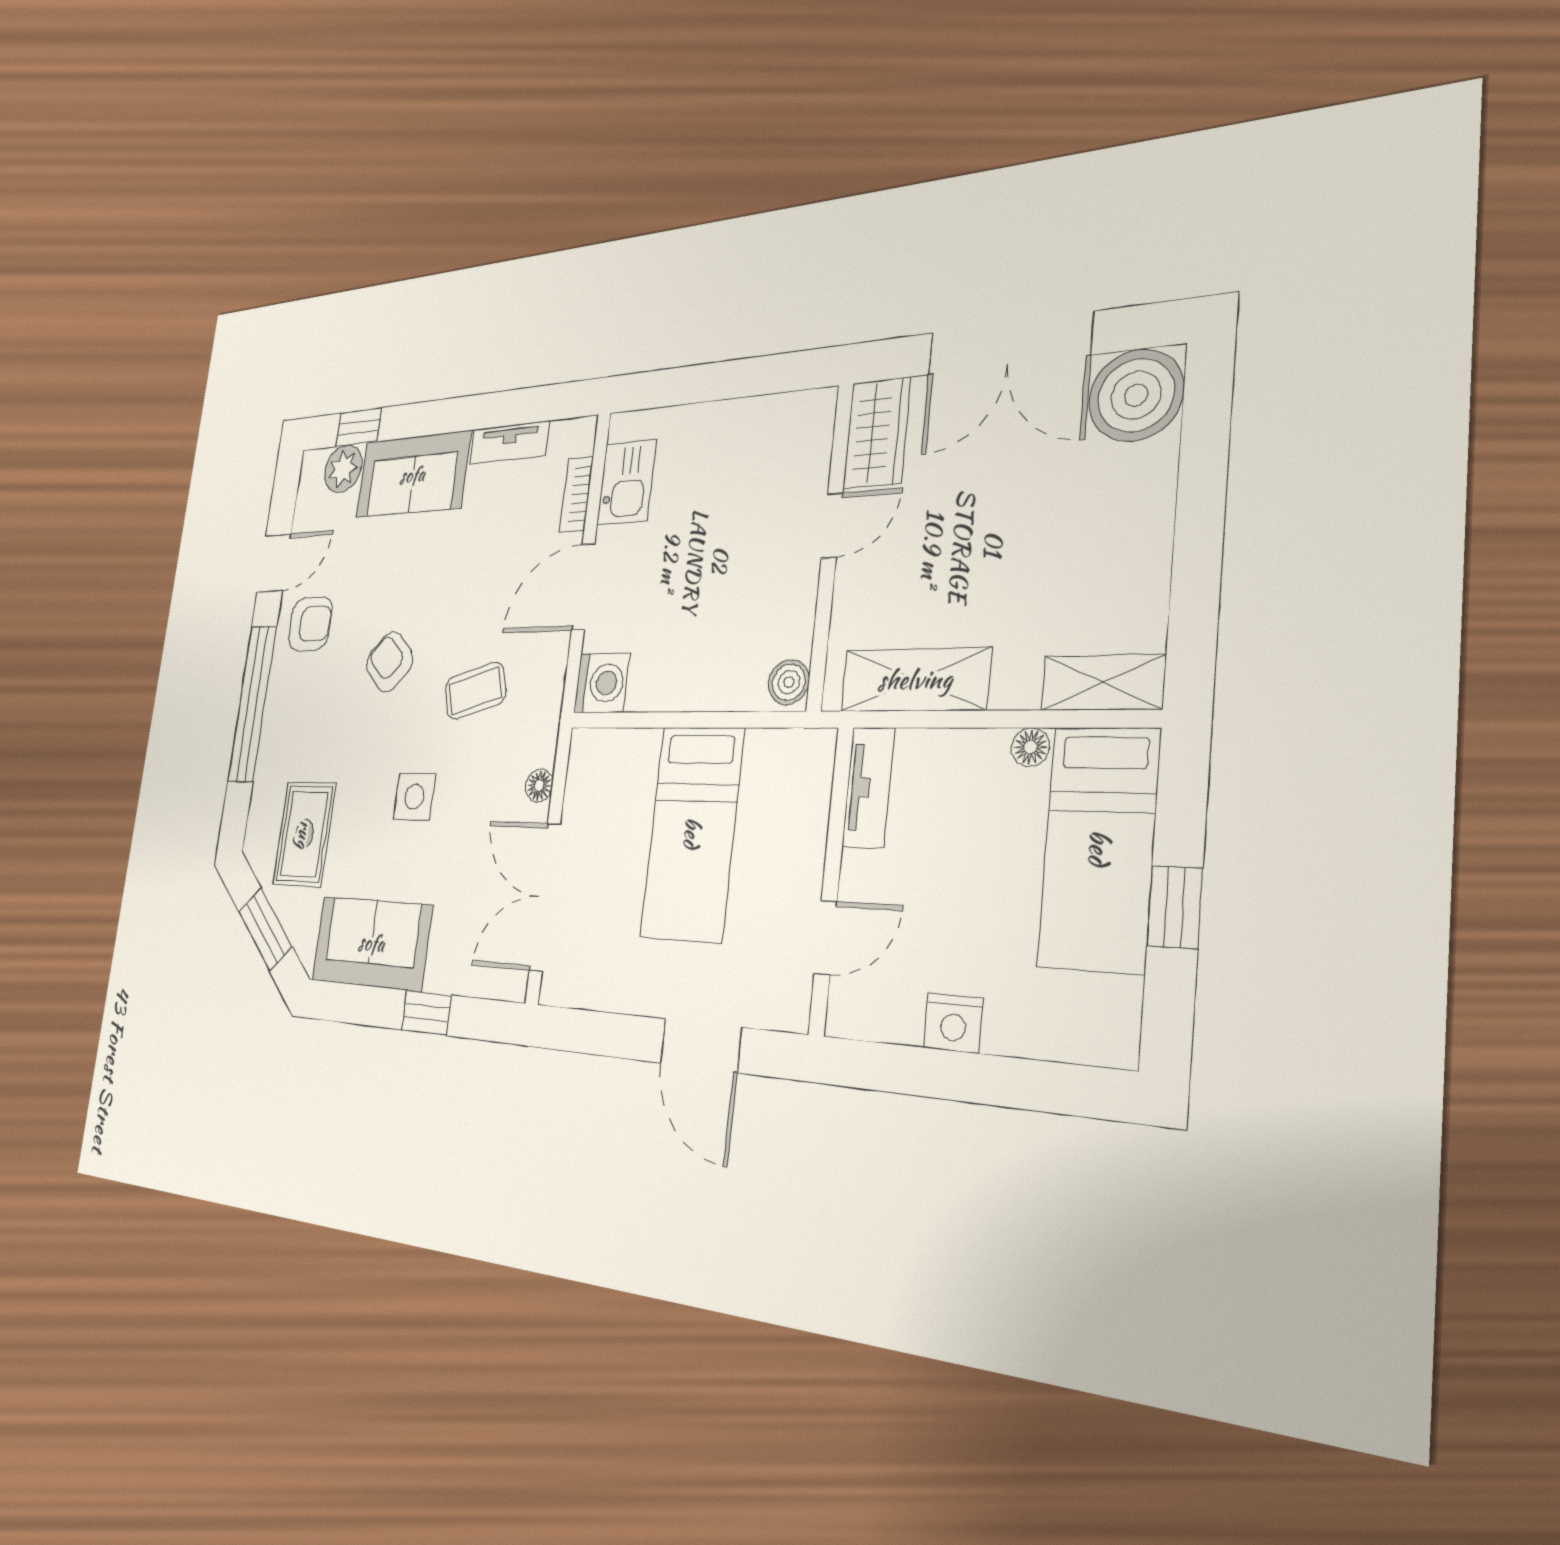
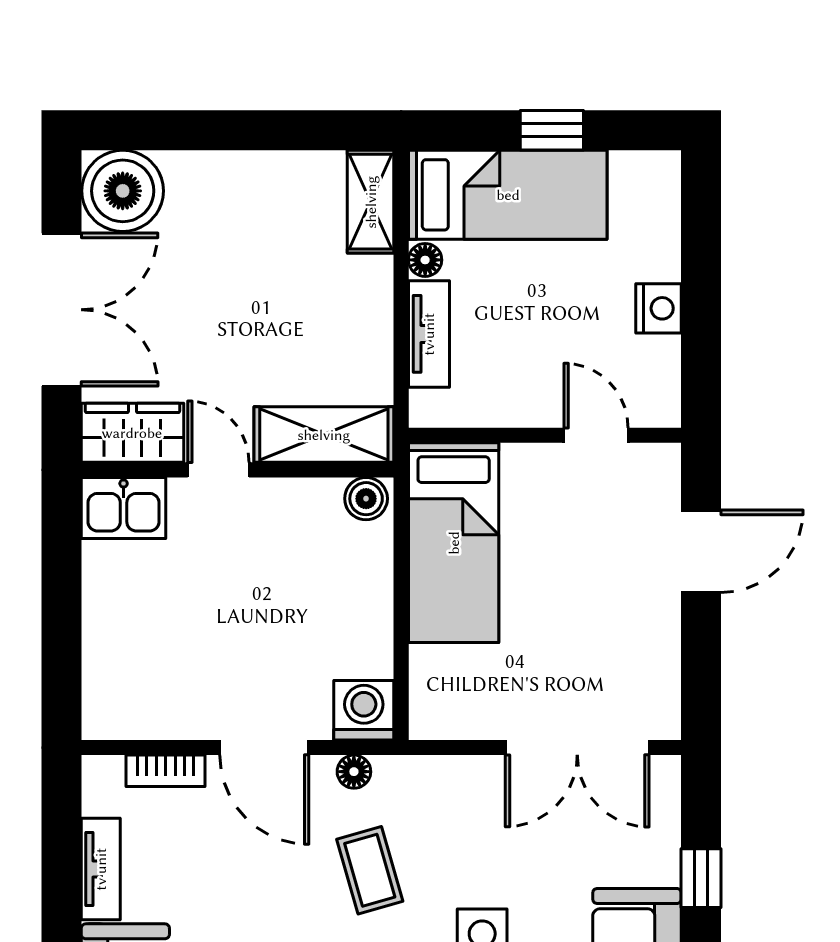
kitchen sink: (626, 482) -> (124, 508), moved, turned 180
shelving: (915, 680) -> (324, 435), moved, turned 90
floor lamp: (539, 786) -> (354, 772), moved
tv unit: (868, 787) -> (429, 334), moved, turned 90
bed: (692, 833) -> (454, 543), moved, turned 90

